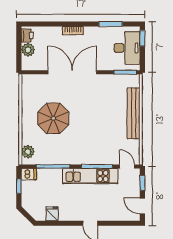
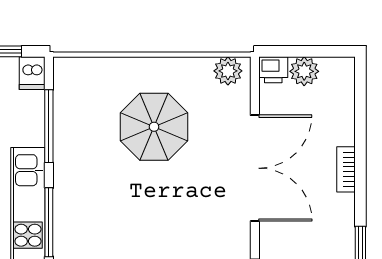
printer: (27, 35) -> (273, 70), moved
plant: (28, 152) -> (228, 71), moved

